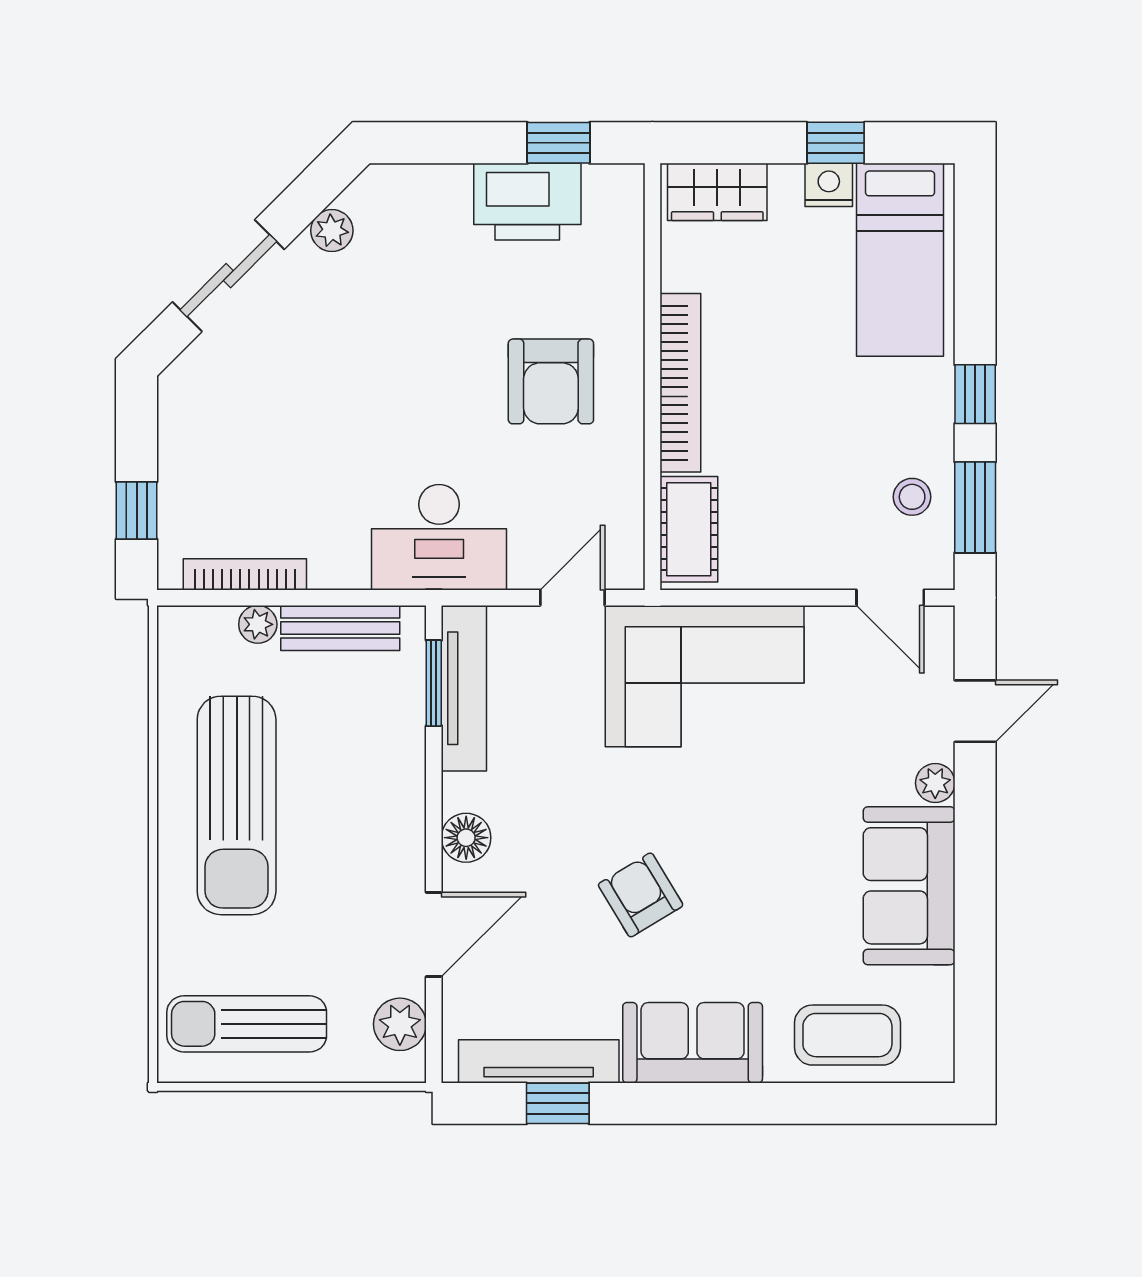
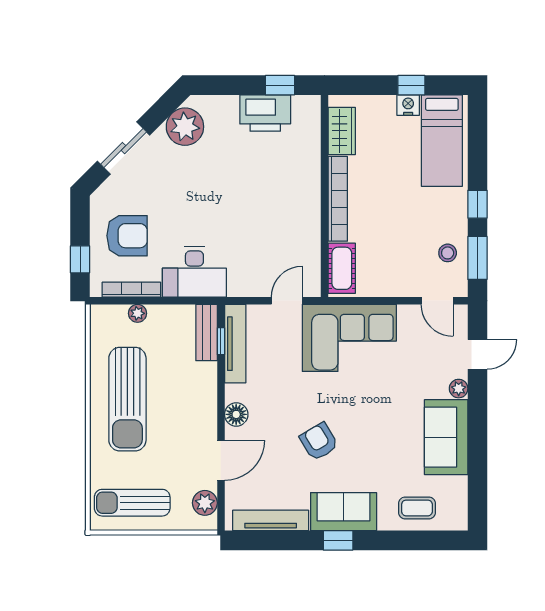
wardrobe: (717, 192) -> (342, 131), moved, turned -90
plant: (332, 231) -> (185, 127), width x1.88, depth x1.88
armchair: (551, 381) -> (127, 236), moved, turned -90
desk: (439, 537) -> (194, 272), moved
bench: (340, 628) -> (207, 332), moved, turned 90
window: (434, 683) -> (221, 341), width x0.67
coffee table: (847, 1035) -> (417, 508), width x0.73, depth x0.77
window: (558, 1103) -> (338, 540), moved

